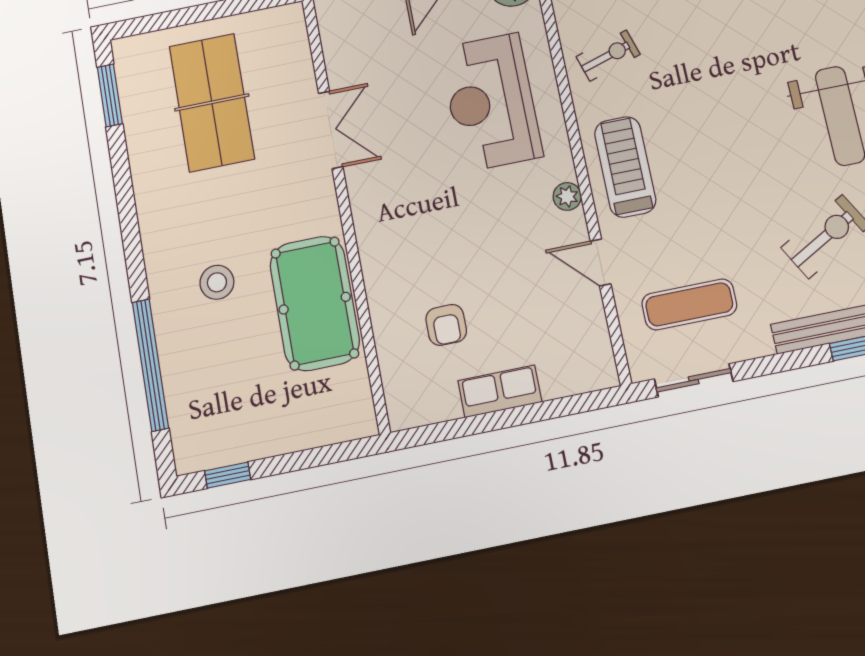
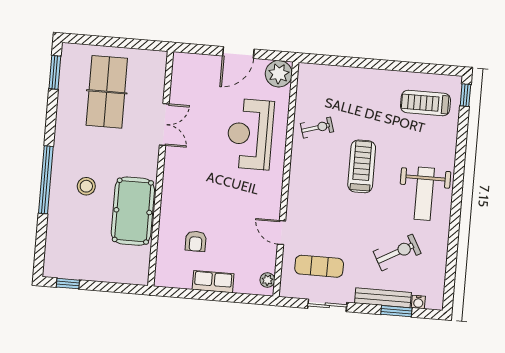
treadmill: (625, 167) -> (362, 166), moved
plant: (567, 196) -> (267, 280), moved
window: (150, 365) -> (46, 180), moved
sliding door: (694, 380) -> (327, 305), moved

